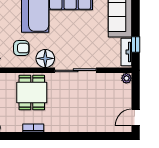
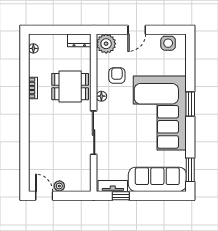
armchair: (21, 48) -> (117, 76), turned 180
floor lamp: (45, 58) -> (101, 96), width x0.53, depth x0.53
plant: (126, 78) -> (59, 186), moved

